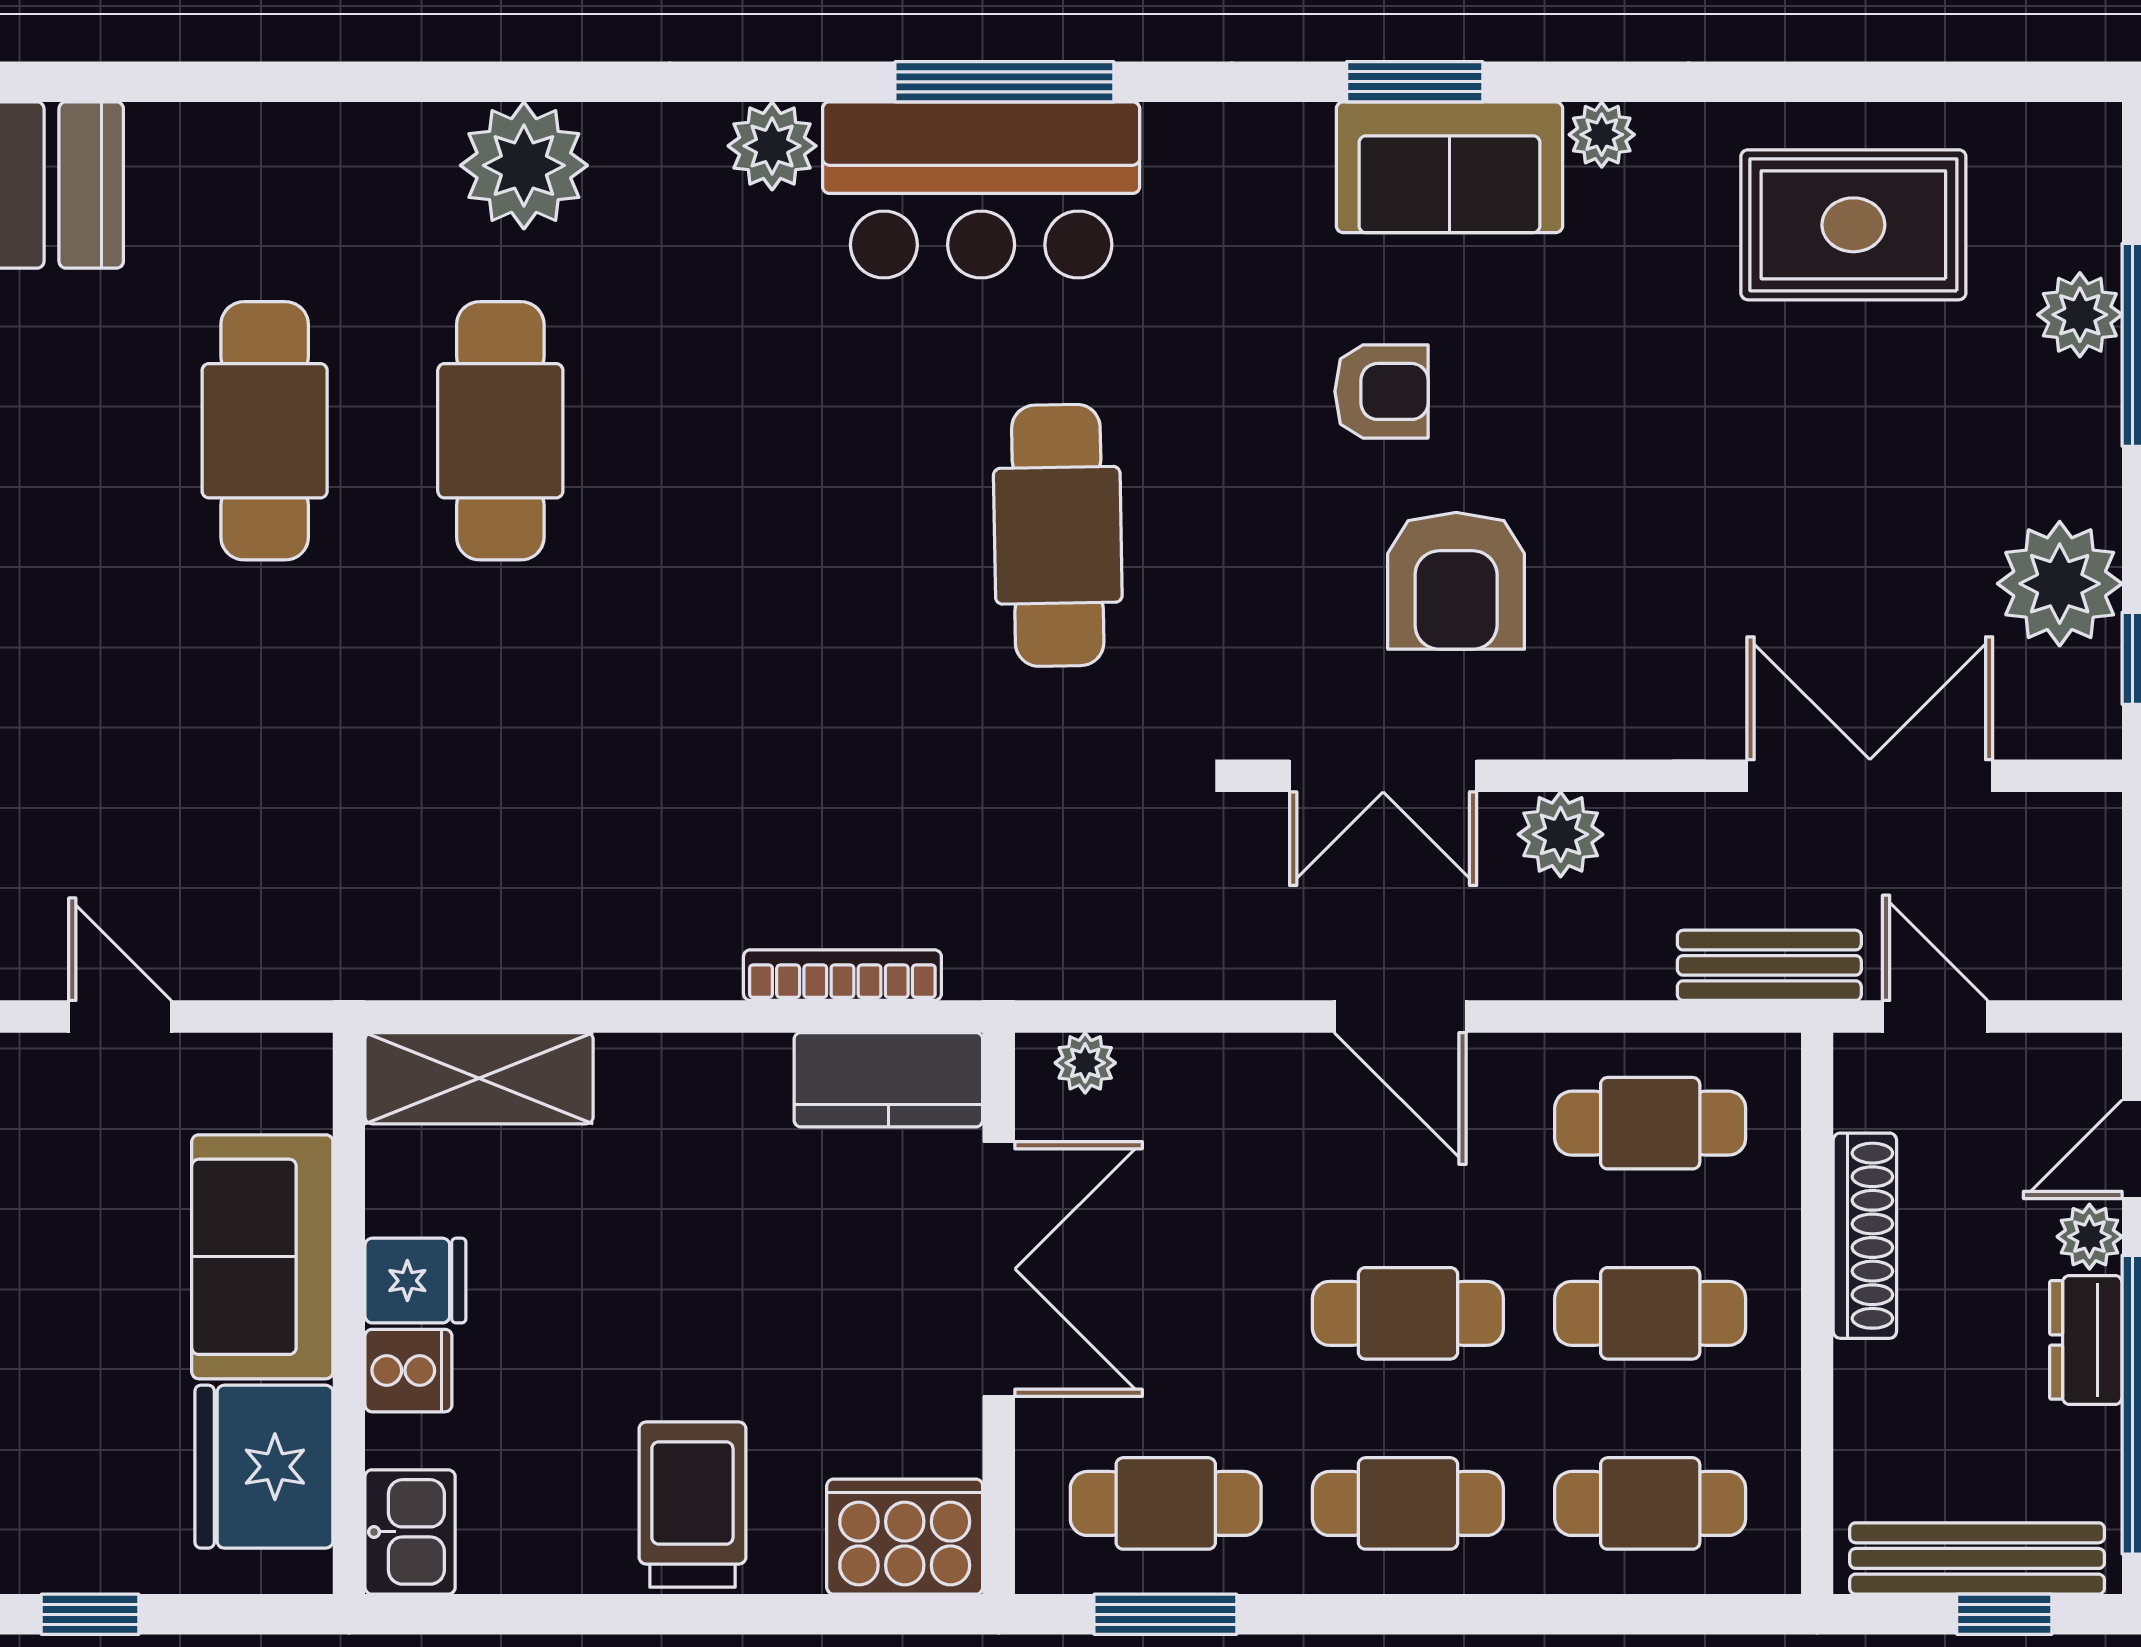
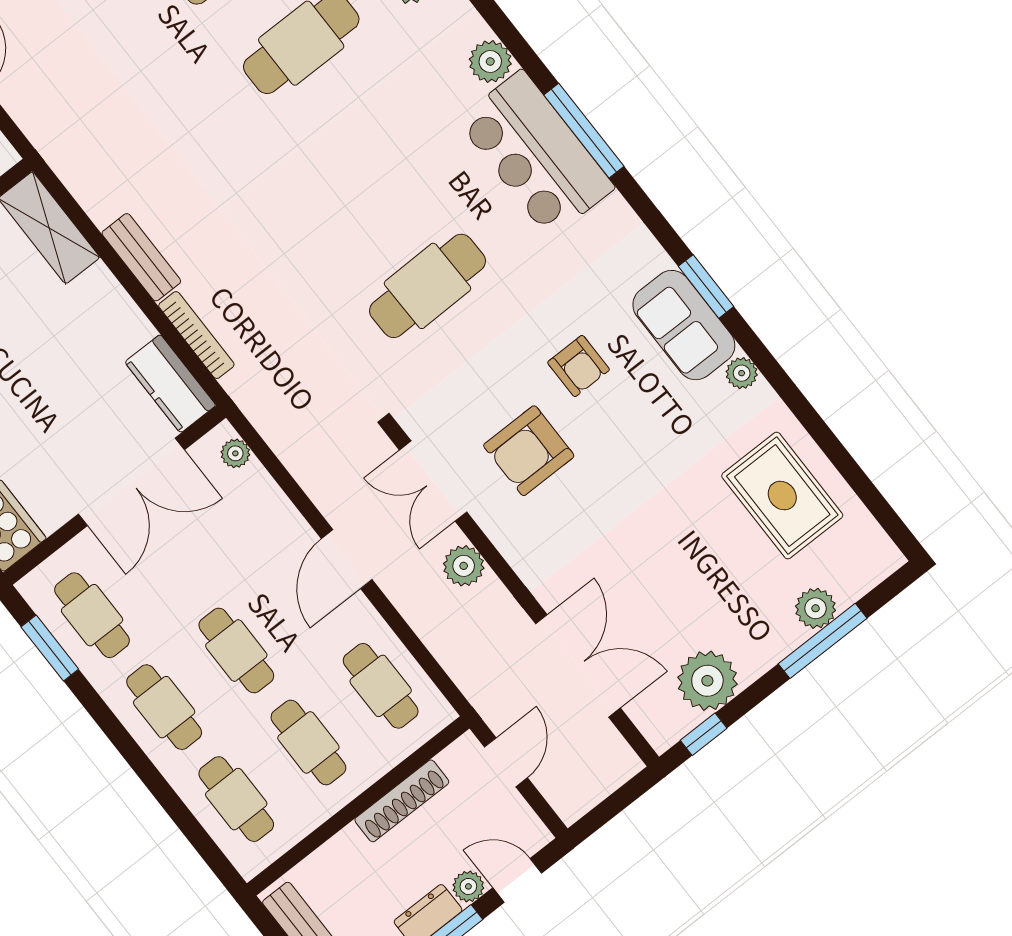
bench: (1769, 965) -> (141, 257), moved

